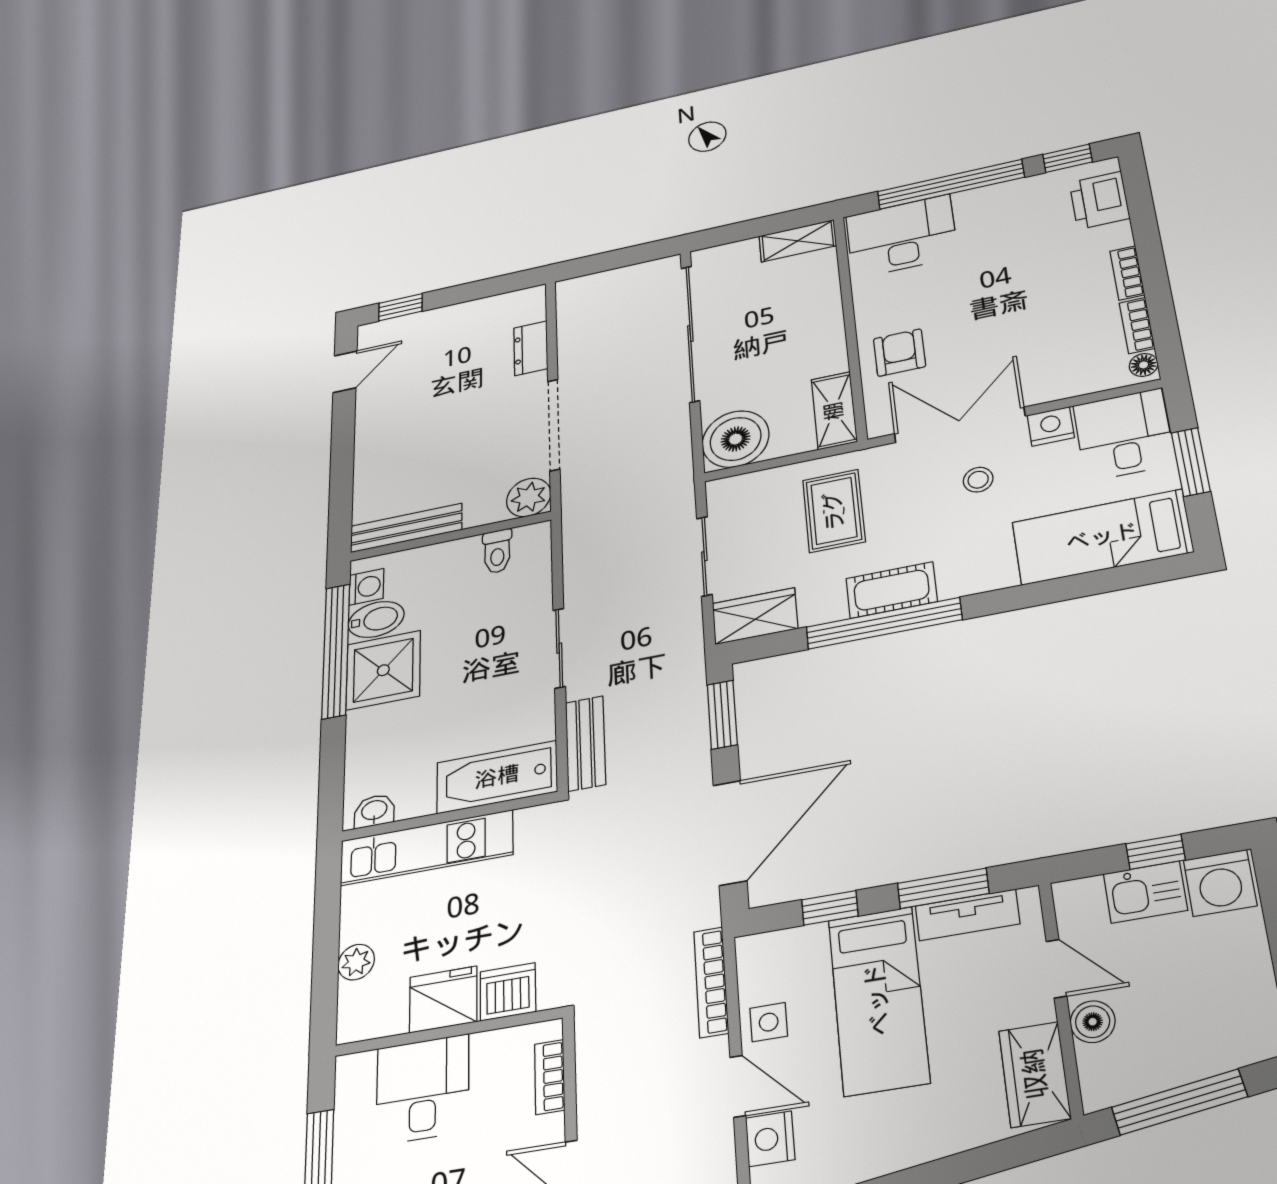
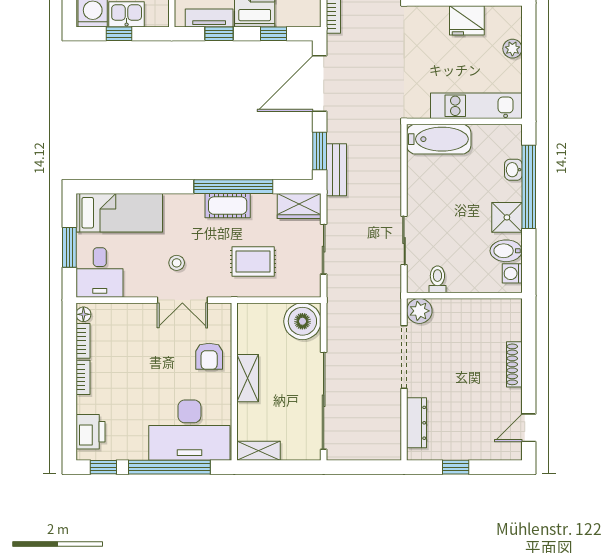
desk: (902, 236) -> (189, 430), width x1.36, depth x1.30
window: (400, 307) -> (456, 467), moved
dresser: (531, 348) -> (417, 423), width x1.44
shelving: (834, 411) -> (248, 378), moved
double door: (960, 425) -> (182, 300), width x0.73
nightstand: (1051, 426) -> (136, 287), removed
shoe rack: (366, 454) -> (514, 364), added
rug: (834, 511) -> (253, 262), turned 90
bench: (406, 528) -> (490, 307), removed
sliding door: (559, 648) -> (404, 240), moved
window: (336, 651) -> (529, 187), moved
shower: (383, 670) -> (507, 217), width x0.73, depth x0.73
bench: (586, 743) -> (336, 170), moved
washbasin: (374, 811) -> (513, 170), moved, turned 90
window: (943, 888) -> (219, 34), width x0.67
dishwasher: (508, 992) -> (434, 19), removed

